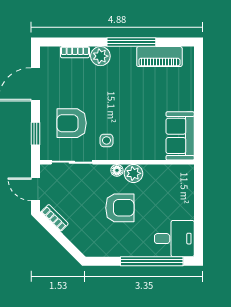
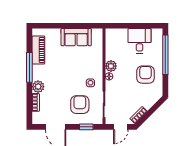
armchair: (72, 123) -> (80, 105), turned 180
sofa: (180, 136) -> (76, 37), moved
armchair: (120, 208) -> (146, 75), moved
desk: (174, 239) -> (139, 41), moved

